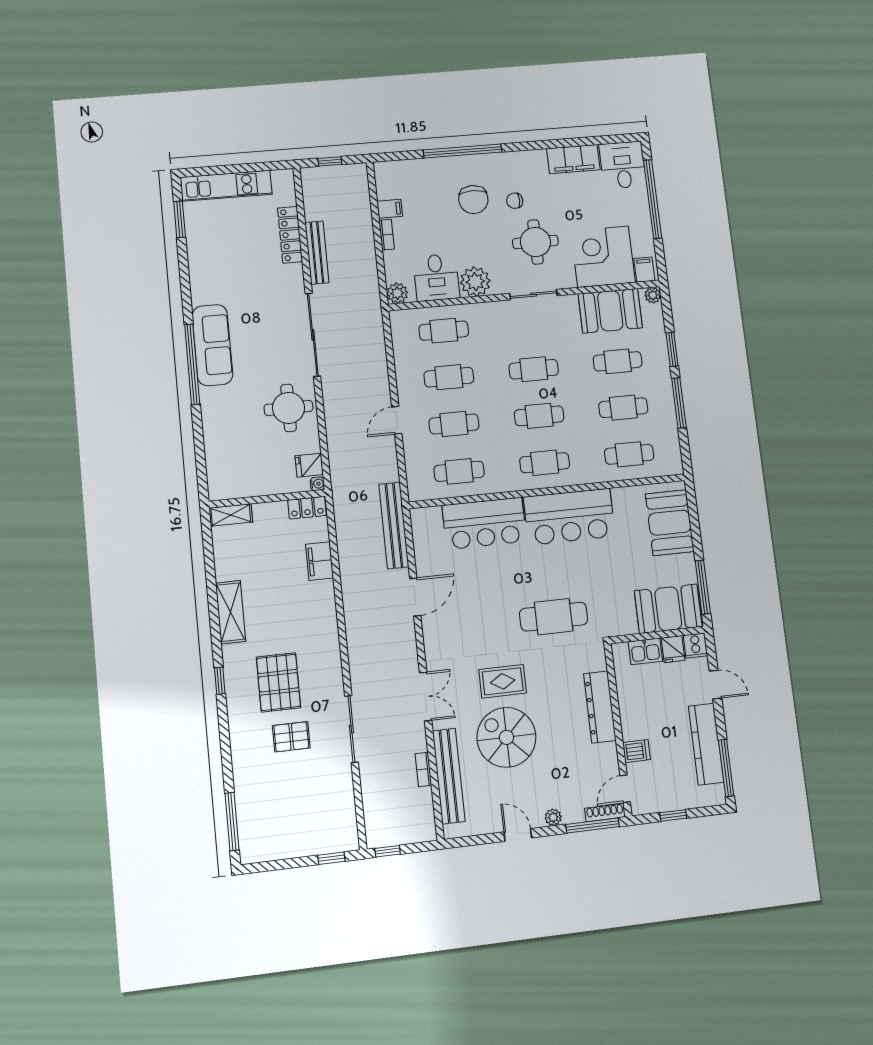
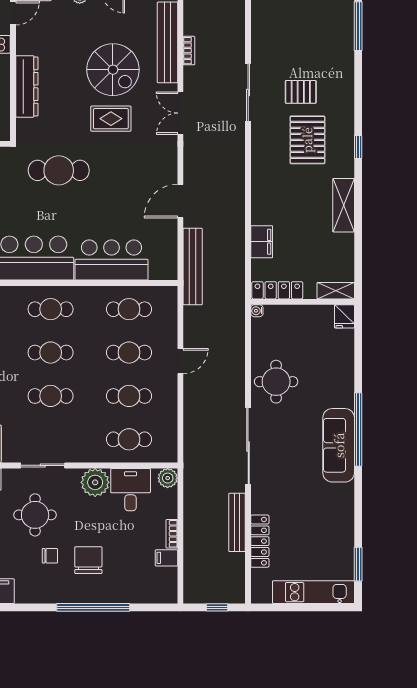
fridge: (309, 465) -> (344, 316), moved, turned 90
locker: (307, 508) -> (277, 290), width x1.53

